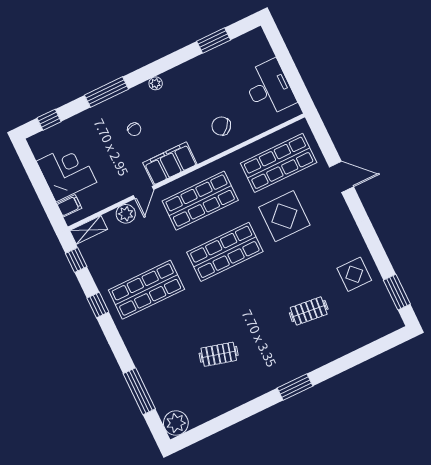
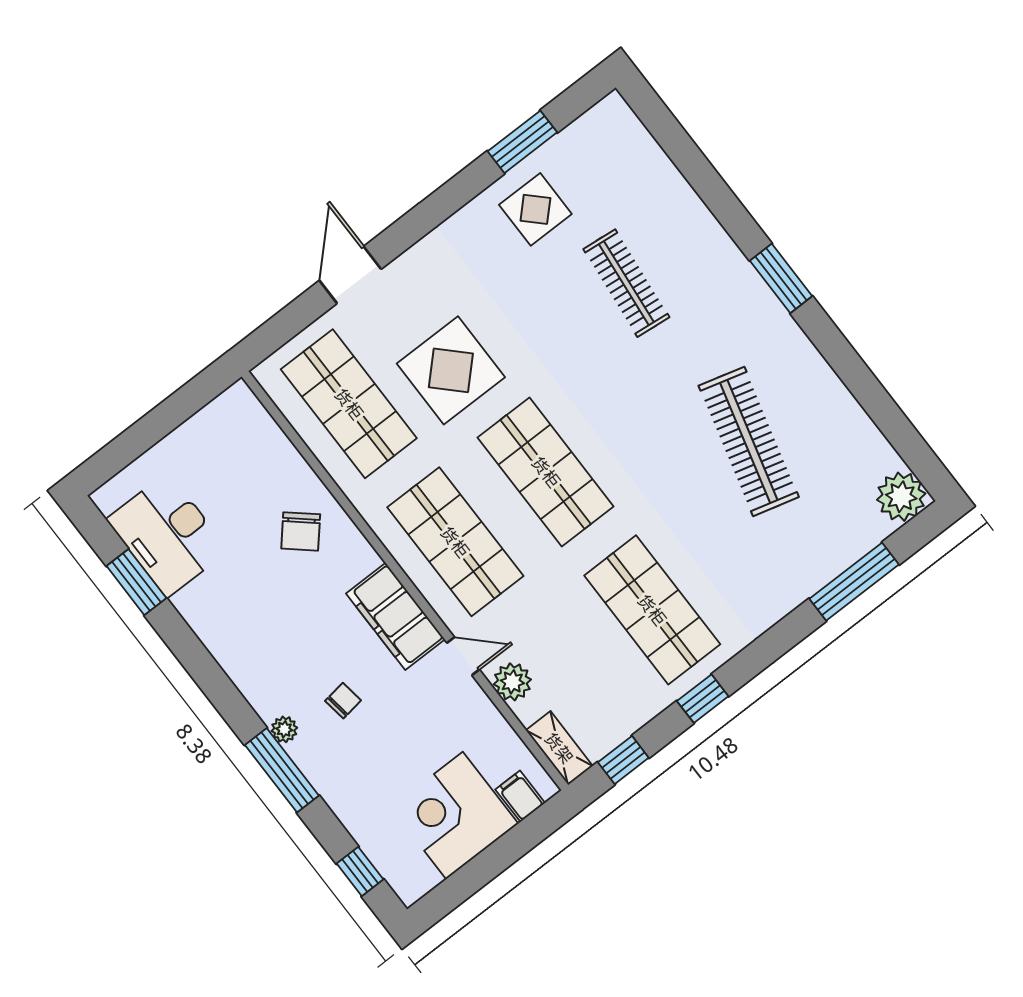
plant: (156, 83) -> (284, 729), moved
desk: (269, 88) -> (167, 535), moved, turned -90
window: (397, 292) -> (522, 142), moved
clothes rail: (309, 311) -> (626, 283), width x1.36
clothes rail: (219, 354) -> (749, 441), width x1.86, depth x1.31

